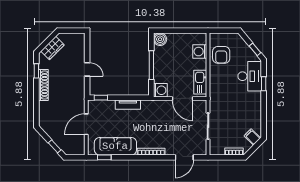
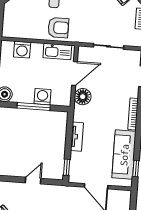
armchair: (221, 55) -> (58, 28), moved
washing machine: (160, 90) -> (42, 97), moved
floor lamp: (163, 107) -> (83, 97), added

